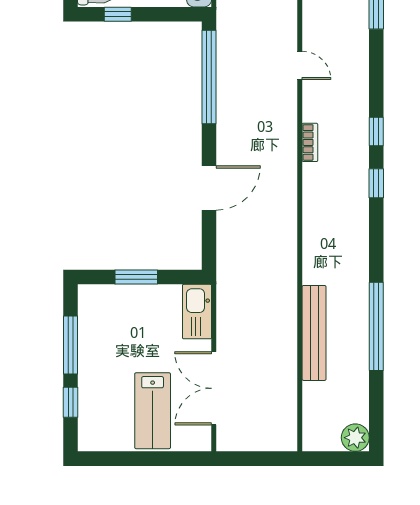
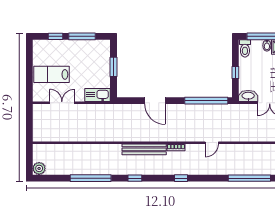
window: (118, 14) -> (235, 72), moved
window: (376, 183) -> (135, 178), moved
bench: (314, 333) -> (144, 149), moved
double door: (214, 388) -> (62, 103), width x0.73

